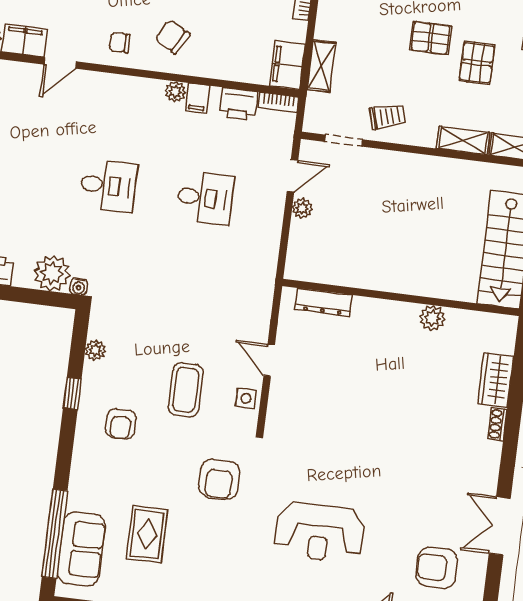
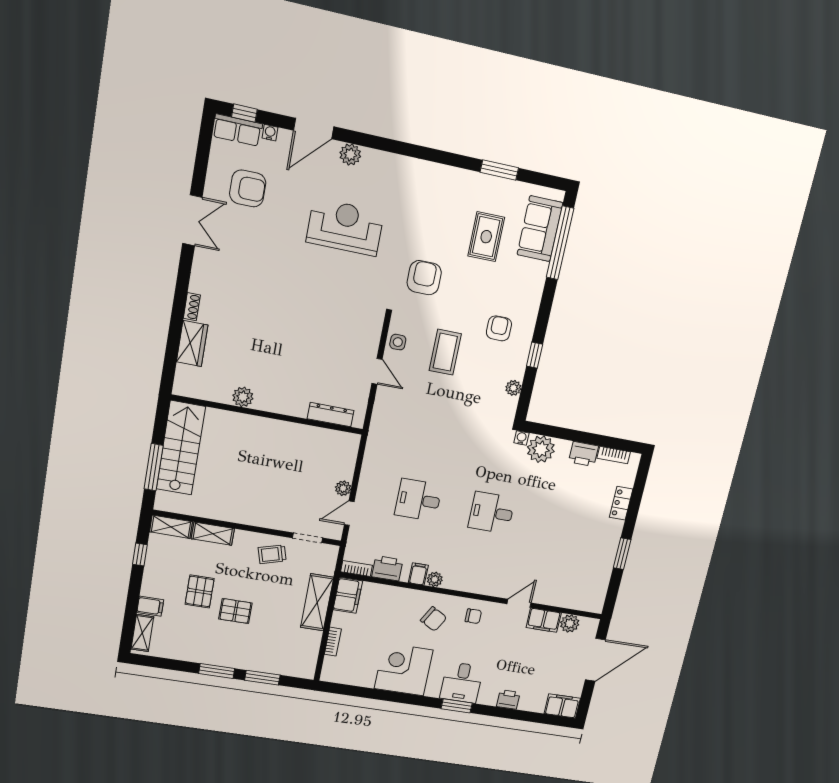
shelving: (321, 66) -> (317, 602), width x1.50, depth x1.33

